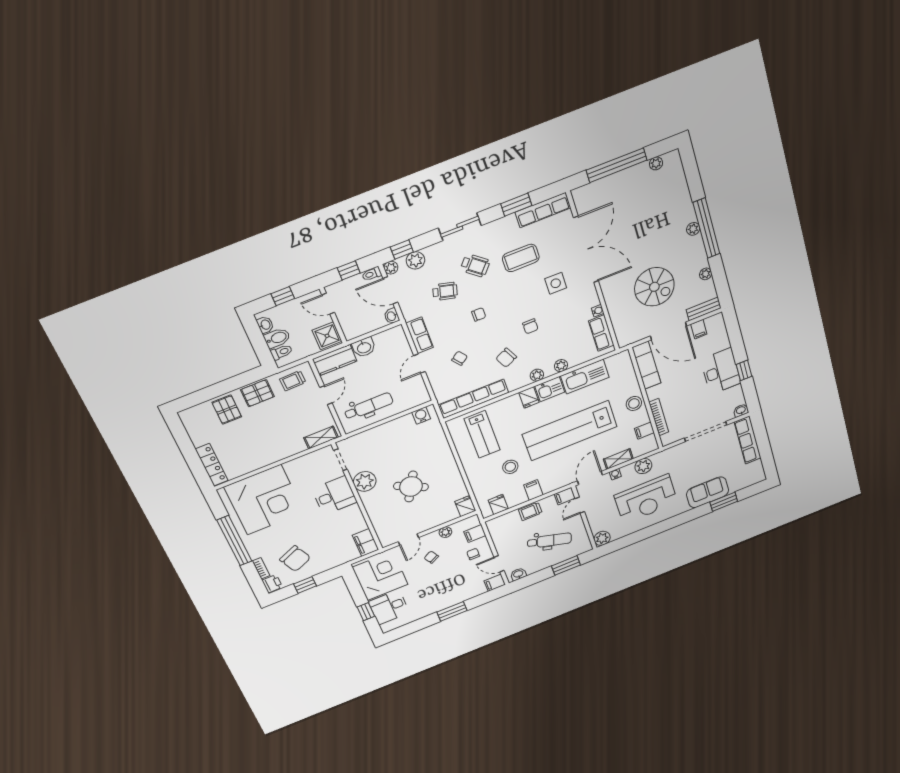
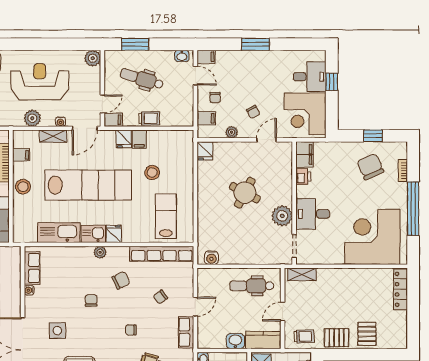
plant: (561, 366) -> (76, 252), removed
fridge: (498, 505) -> (124, 139), moved
printer: (272, 584) -> (303, 177), moved, turned 180

